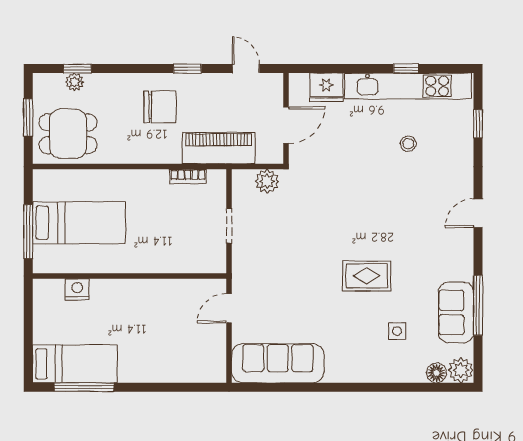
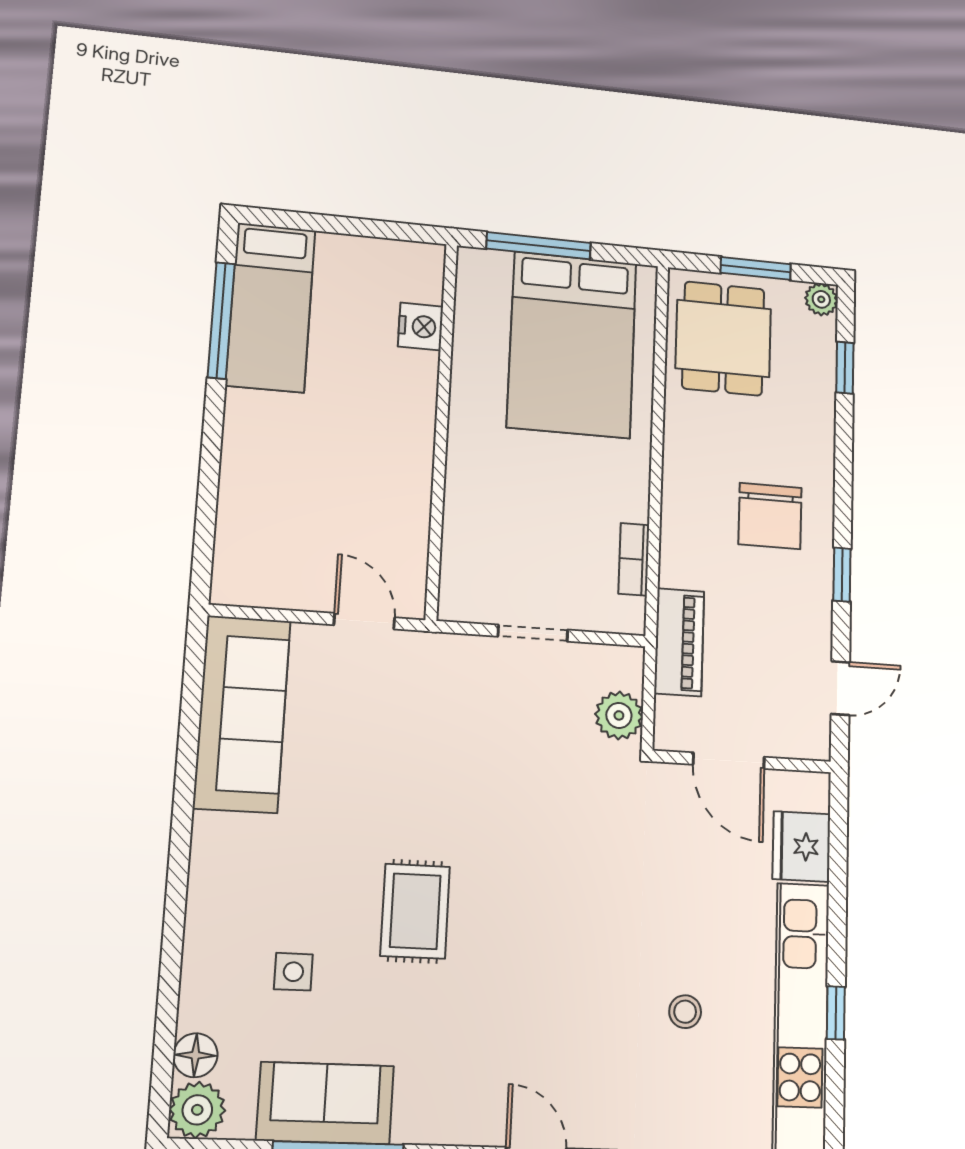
plant: (75, 82) -> (821, 299), moved
piano: (219, 148) -> (679, 642), width x0.73, depth x0.75
bed: (79, 223) -> (572, 345), width x1.50

